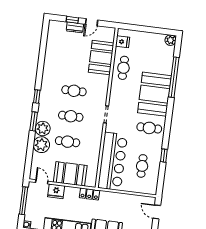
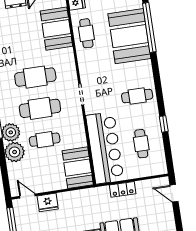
cafe table: (74, 91) -> (35, 77), width x1.37, depth x1.35
booth: (154, 94) -> (129, 36), moved
cafe table: (71, 116) -> (40, 108), width x1.37, depth x1.35
booth: (70, 174) -> (78, 168), moved, turned 90
locker: (89, 194) -> (123, 189), moved

